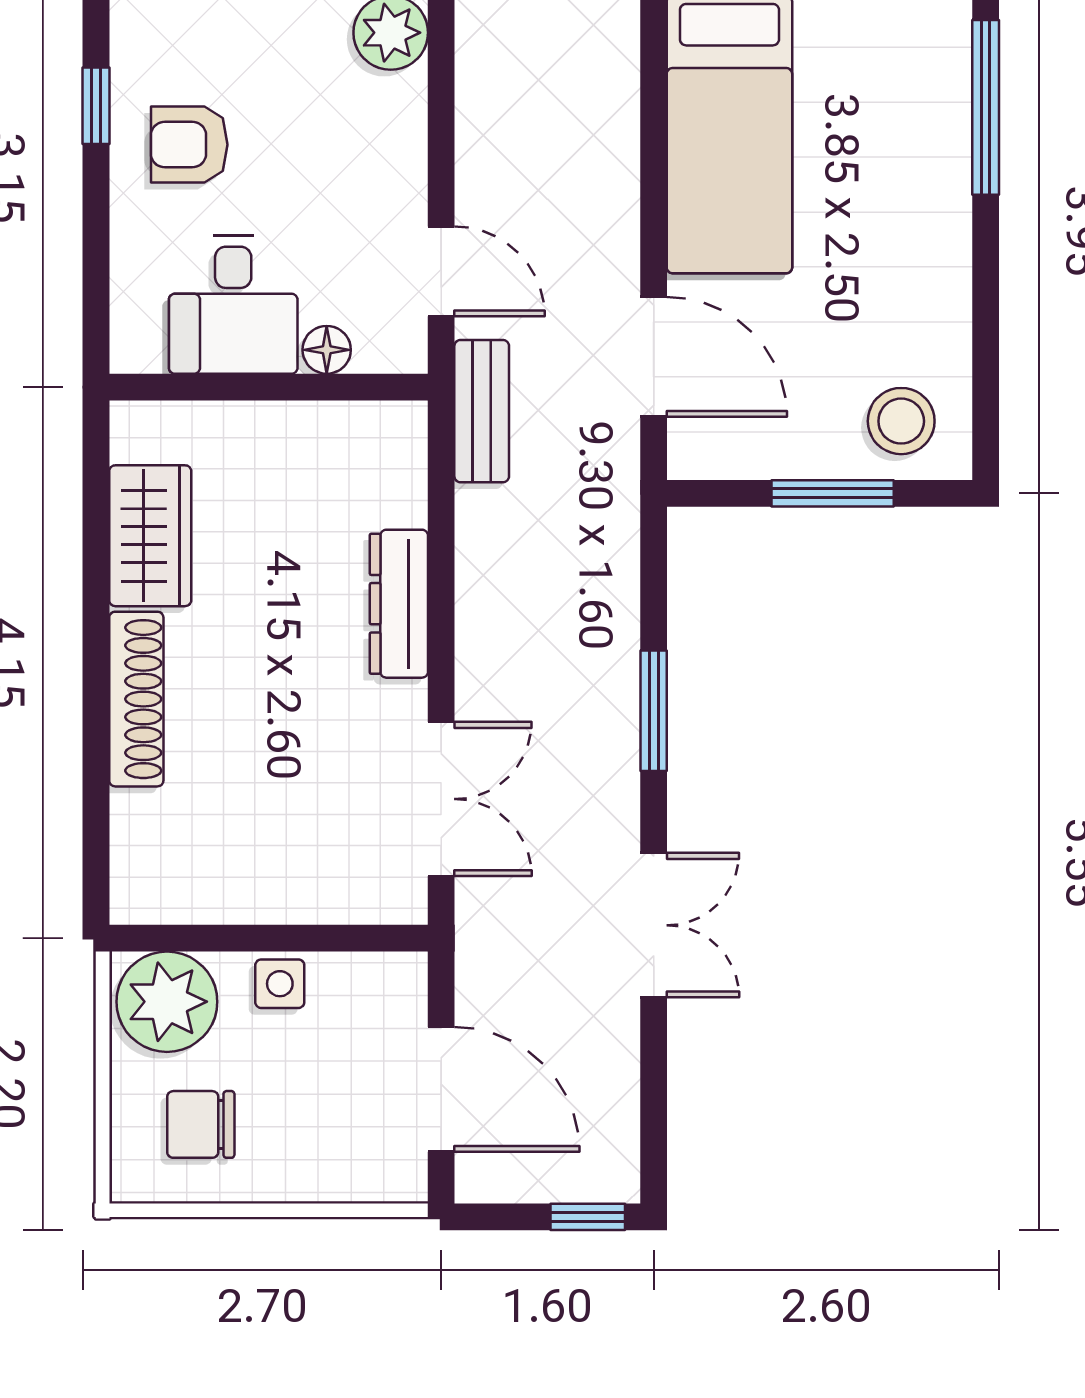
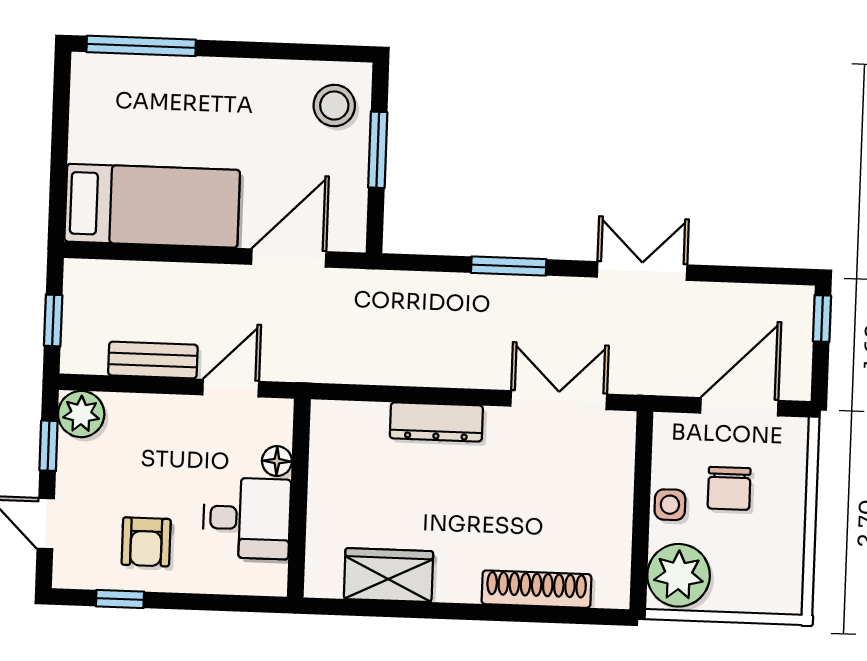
bench: (482, 411) -> (153, 360), moved
shoe rack: (136, 699) -> (536, 589), moved
chair: (201, 1124) -> (729, 488), moved

